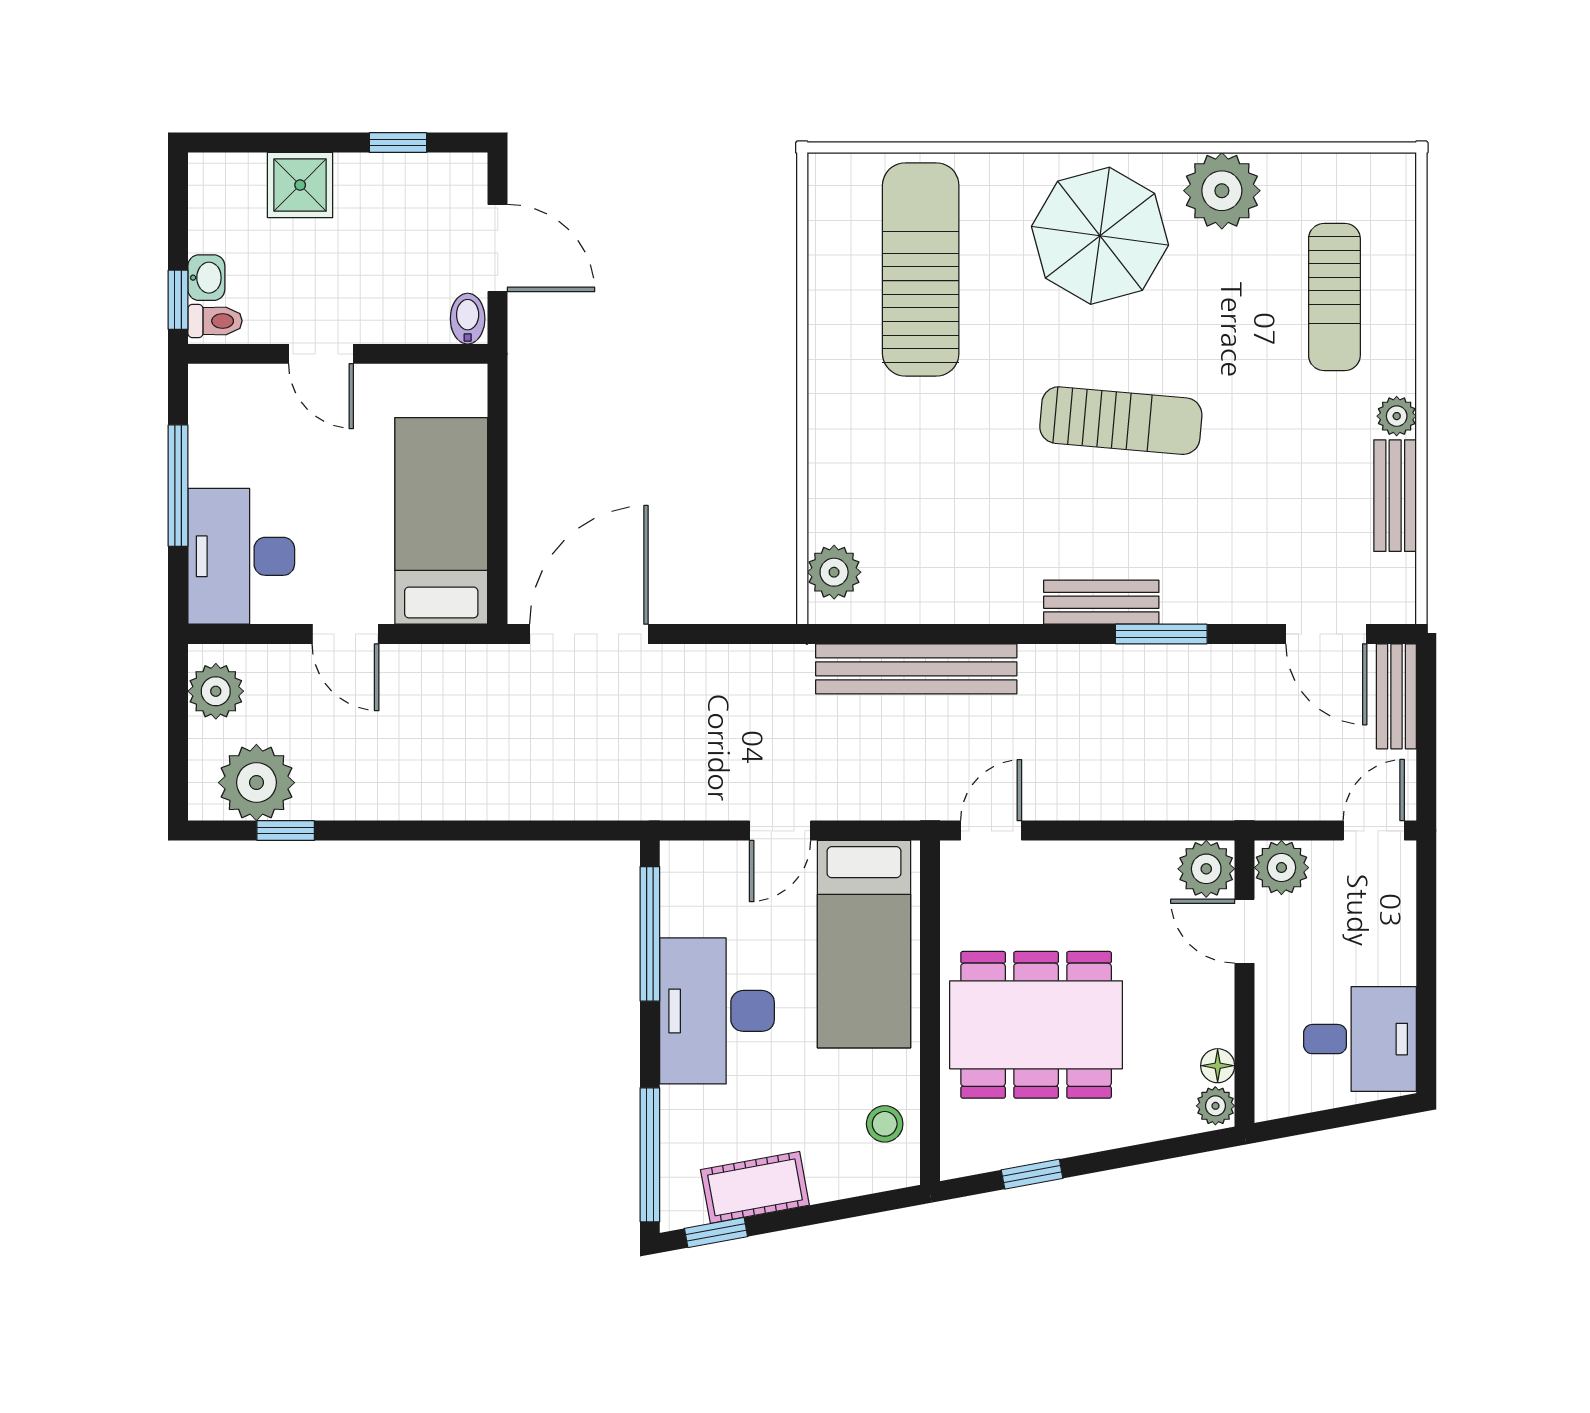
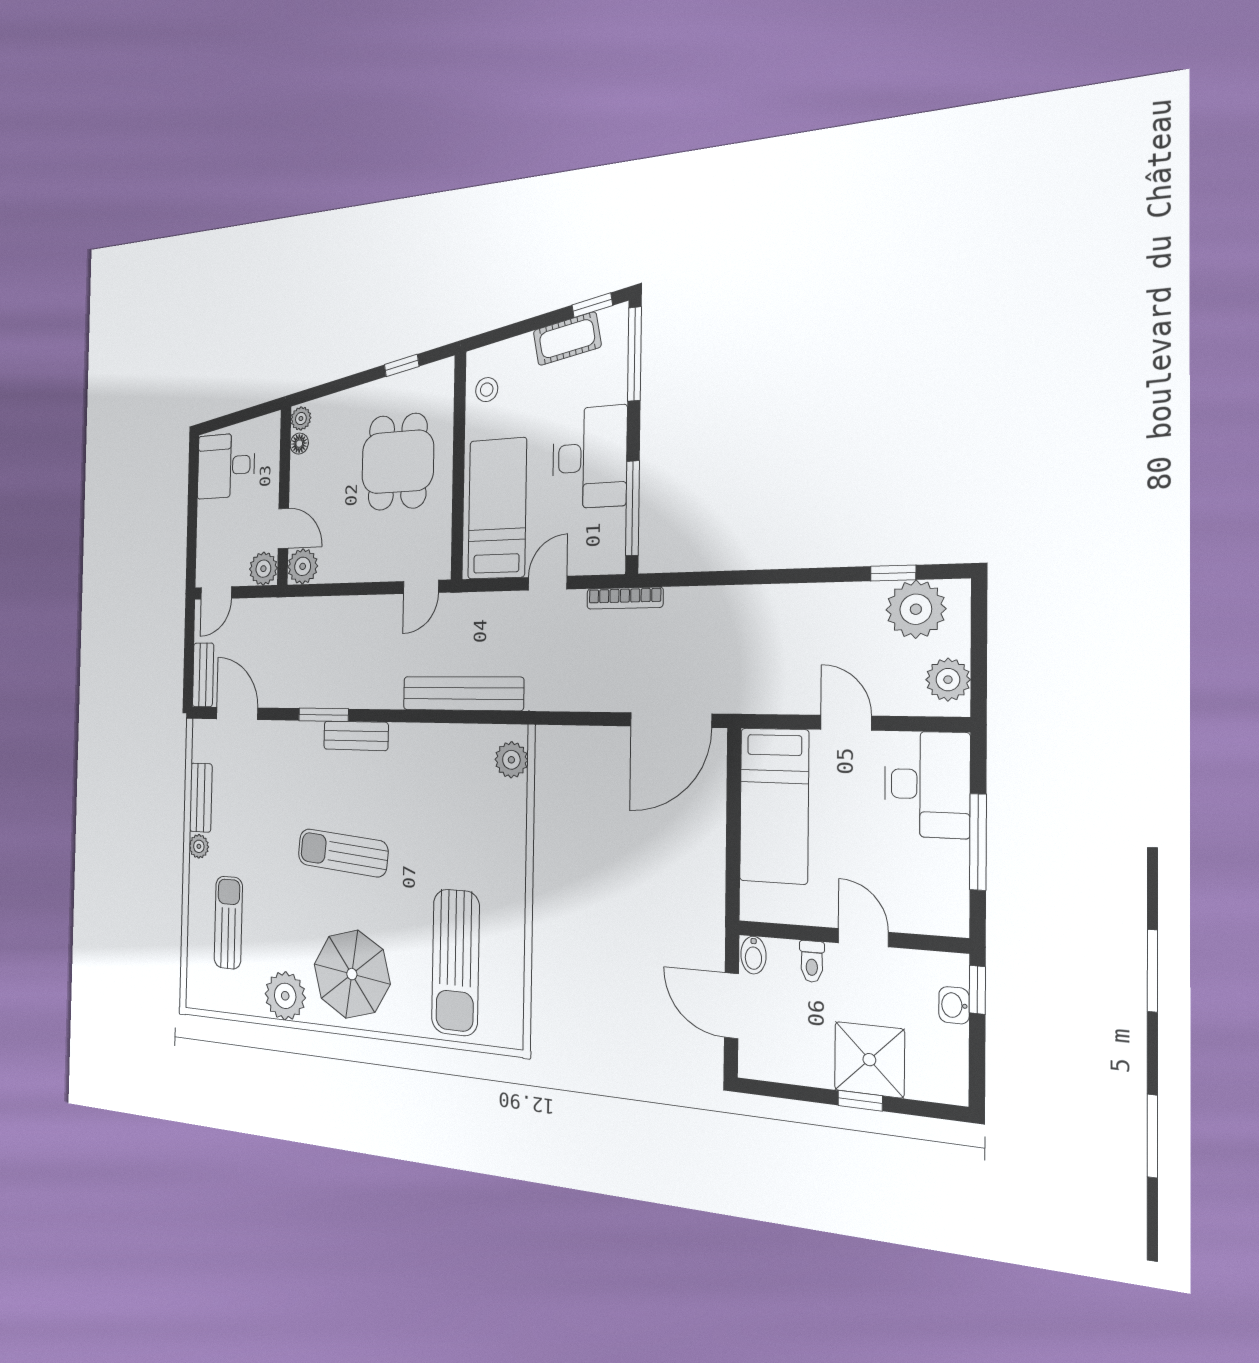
window: (398, 143) -> (860, 1101), moved
shower: (300, 185) -> (869, 1060), width x1.36, depth x1.36
toilet: (215, 321) -> (812, 961), moved, turned -90
bookcase: (660, 806) -> (625, 598), added
dining table: (1036, 1025) -> (398, 462), width x0.73

